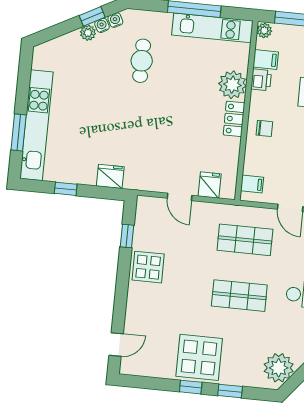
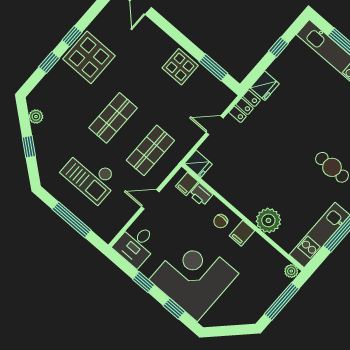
filing cabinet: (266, 60) -> (242, 233), moved
printer: (261, 80) -> (201, 195), moved
locker: (234, 119) -> (245, 106), moved, turned 90
fridge: (210, 185) -> (198, 164), moved
window: (127, 236) -> (213, 67), width x1.50
plant: (279, 368) -> (36, 117), width x0.53, depth x0.53

